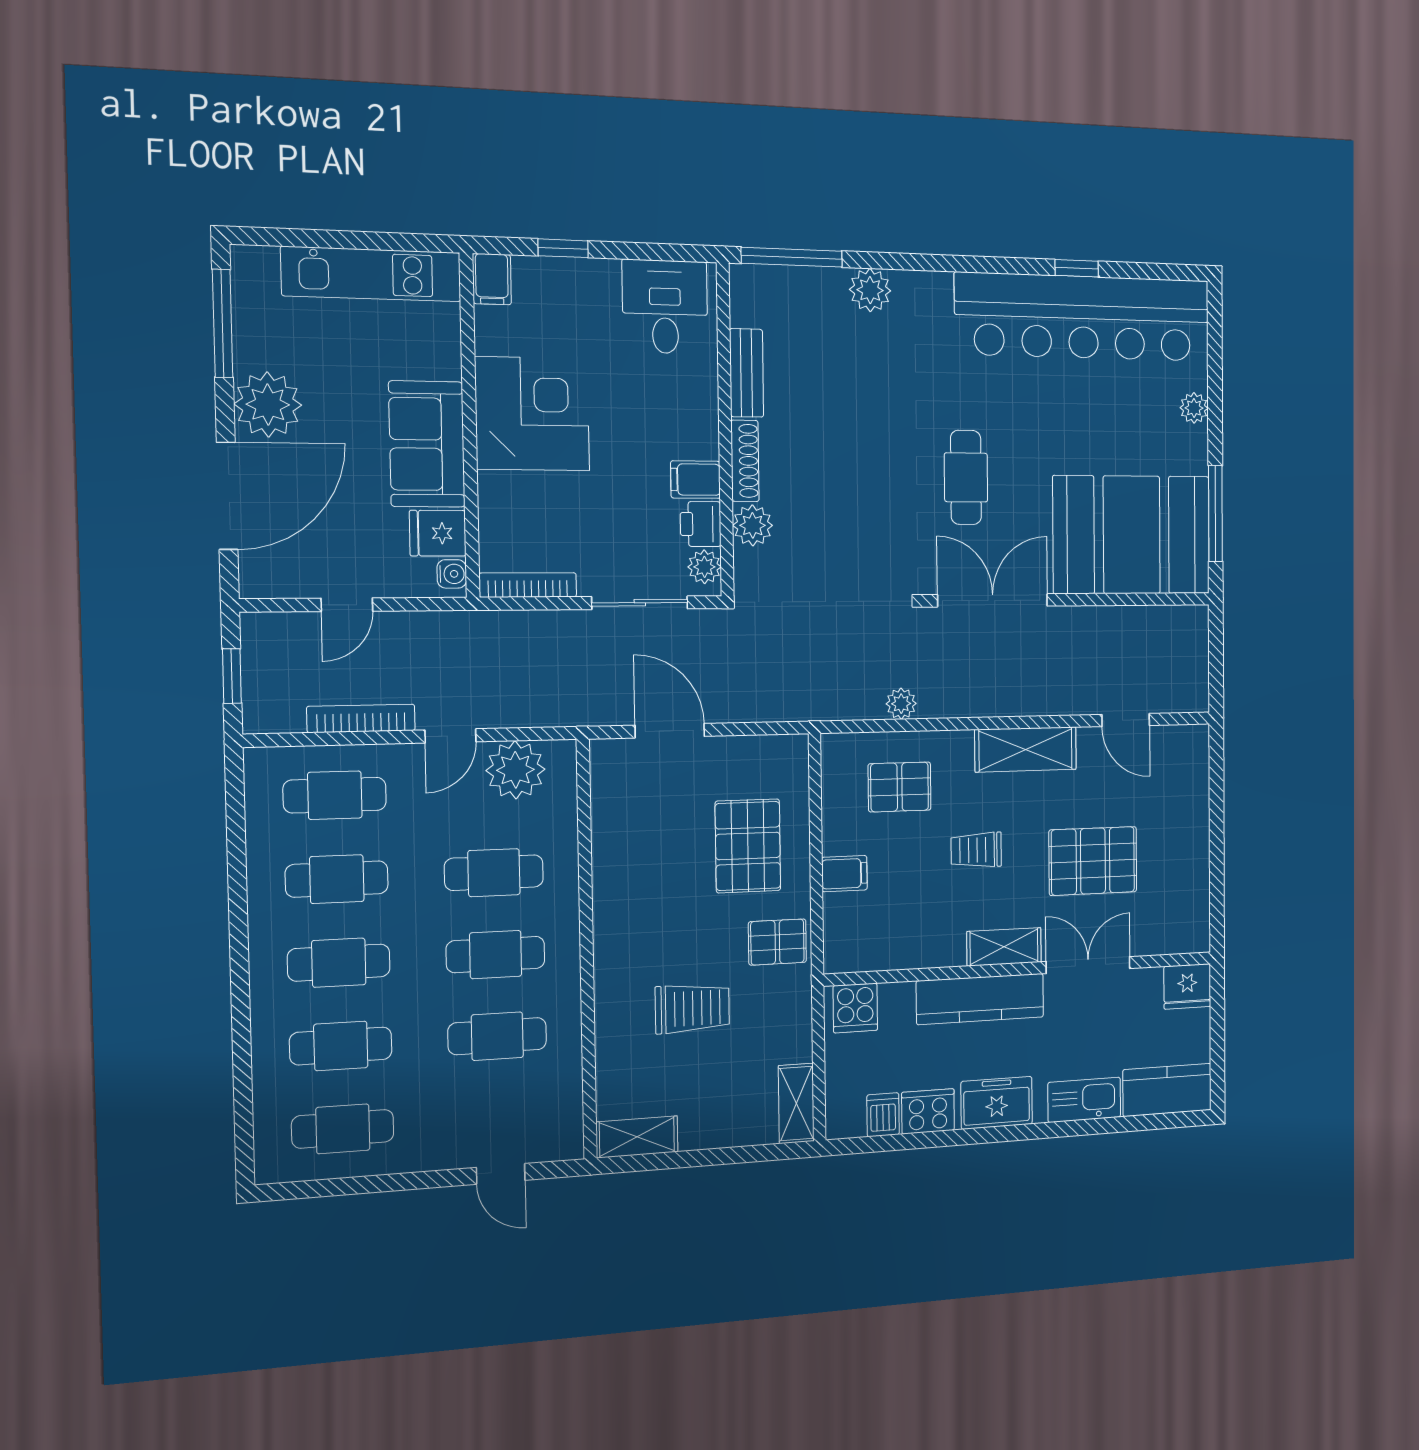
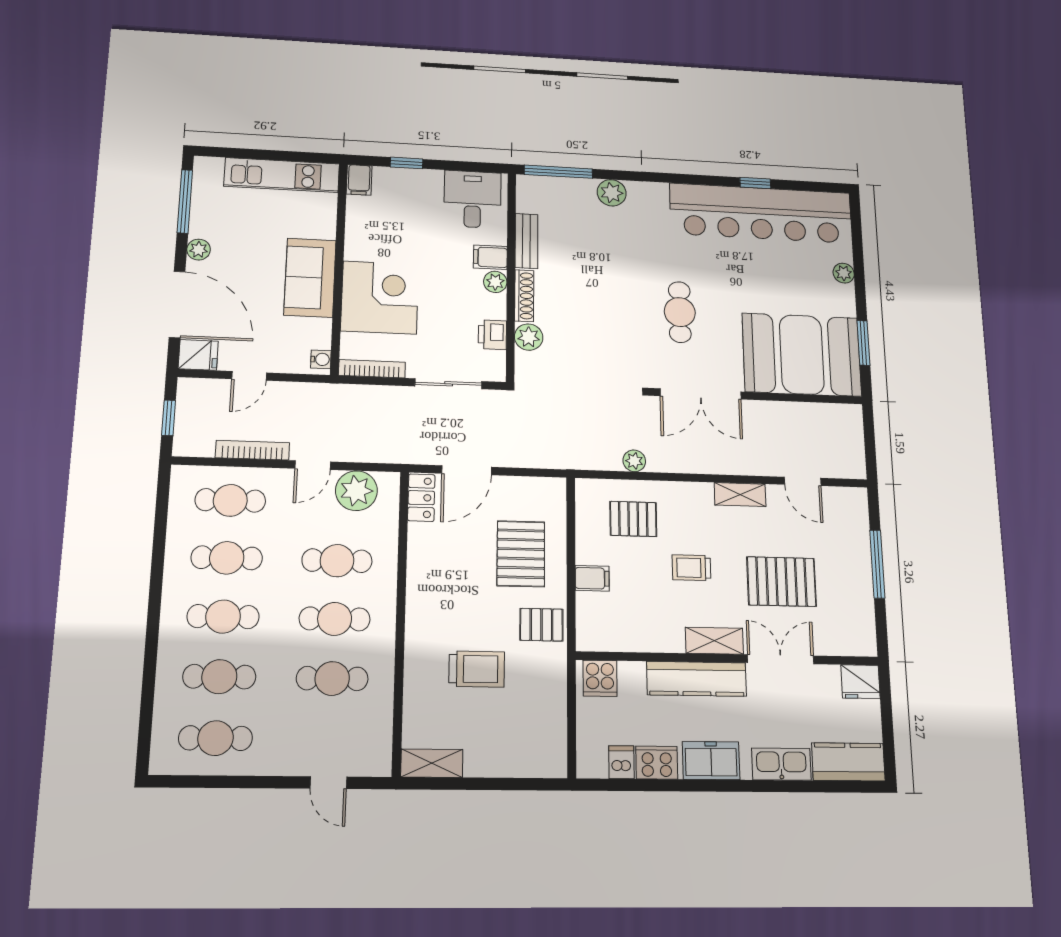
plant: (268, 405) -> (199, 250), width x0.53, depth x0.53
corner desk: (532, 414) -> (380, 297), moved
filing cabinet: (696, 480) -> (490, 257), moved
door: (227, 496) -> (177, 304), hinge flipped
window: (1215, 514) -> (863, 343), width x0.69
fridge: (438, 533) -> (198, 355), moved, turned 180
plant: (704, 567) -> (495, 282), moved
double door: (993, 600) -> (701, 394), swing flipped
door: (670, 731) -> (467, 470), swing flipped
shelving: (1026, 749) -> (740, 495), width x0.67, depth x0.75
locker: (608, 775) -> (421, 498), added
window: (1217, 829) -> (877, 564), added
shelving: (796, 1103) -> (554, 748), removed

